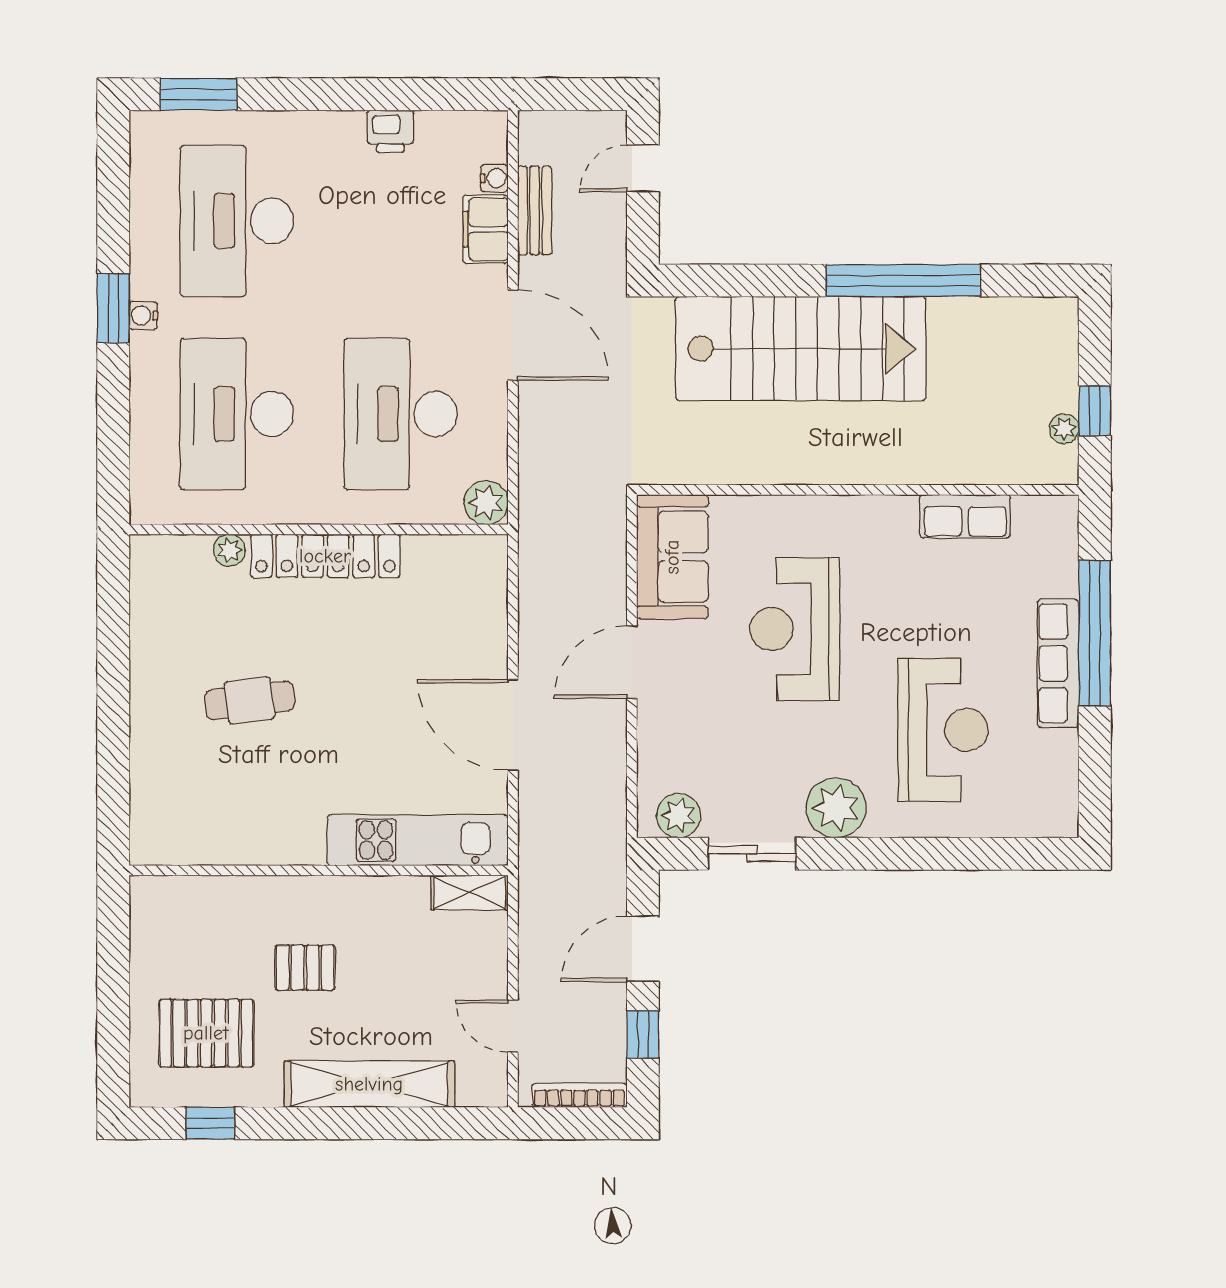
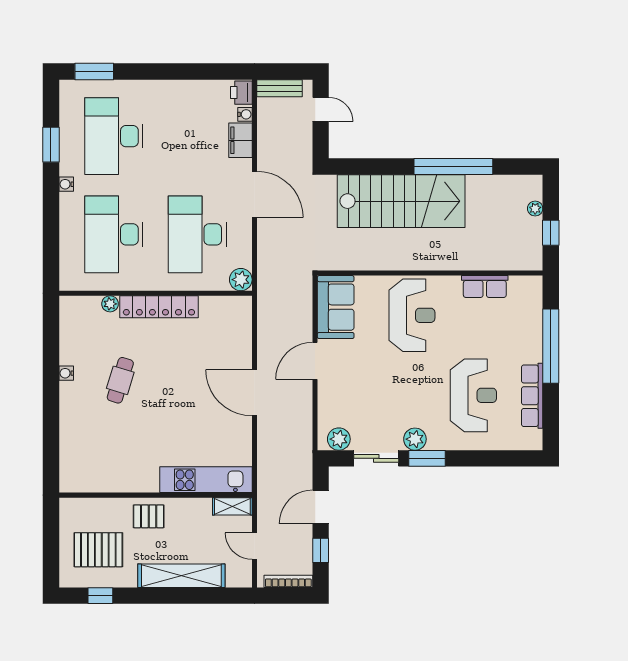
printer: (390, 131) -> (241, 93), moved, turned 90
door: (643, 168) -> (321, 109), swing flipped
bench: (535, 210) -> (279, 88), moved, turned 90
window: (113, 308) -> (51, 145), moved
plant: (1064, 429) -> (535, 209), moved
reception desk: (795, 629) -> (412, 315), moved, turned 180
row of seats: (1058, 663) -> (532, 396), moved
water cooler: (143, 686) -> (66, 373), added
cafe table: (250, 700) -> (120, 380), turned -66
plant: (836, 808) -> (415, 439), width x0.73, depth x0.73
kitchen unit: (418, 840) -> (206, 480), moved
window: (852, 854) -> (427, 458), added
wall: (319, 870) -> (156, 495), moved
shelving: (470, 892) -> (232, 506), moved

